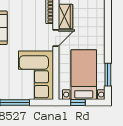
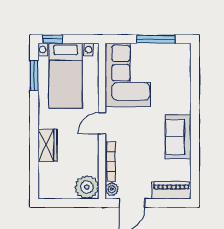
wardrobe: (65, 17) -> (47, 145), moved, turned 180
window: (78, 102) -> (53, 39), moved

